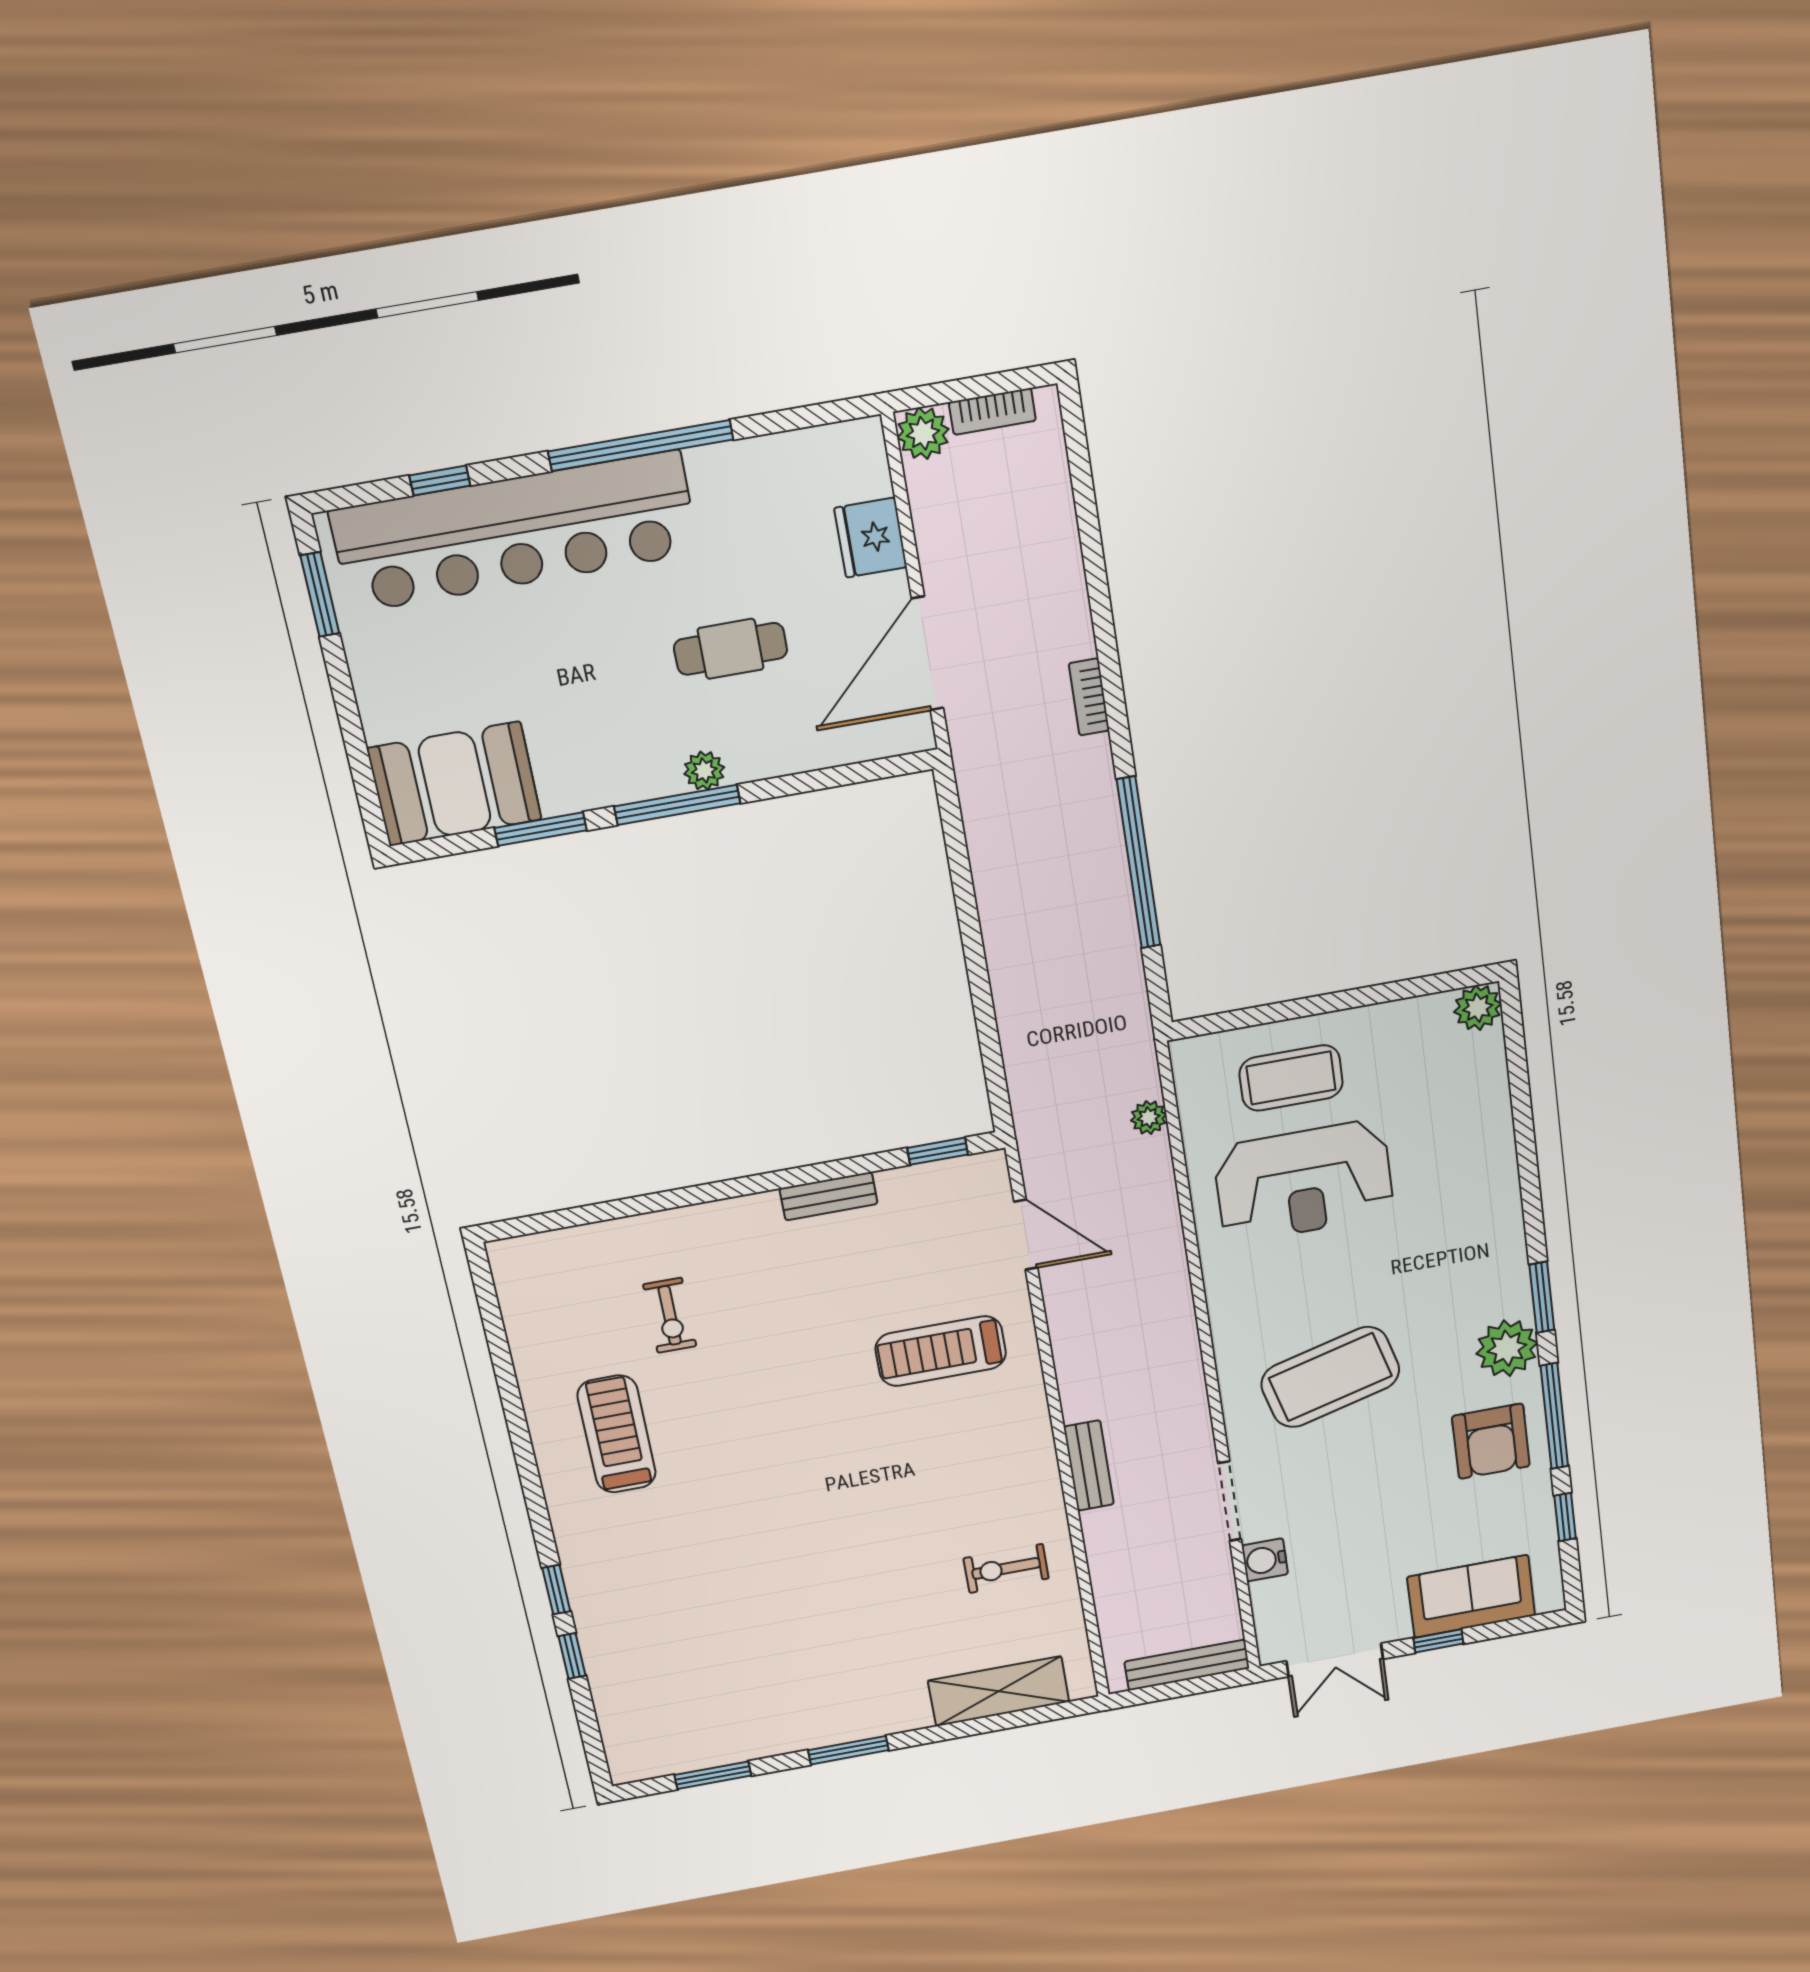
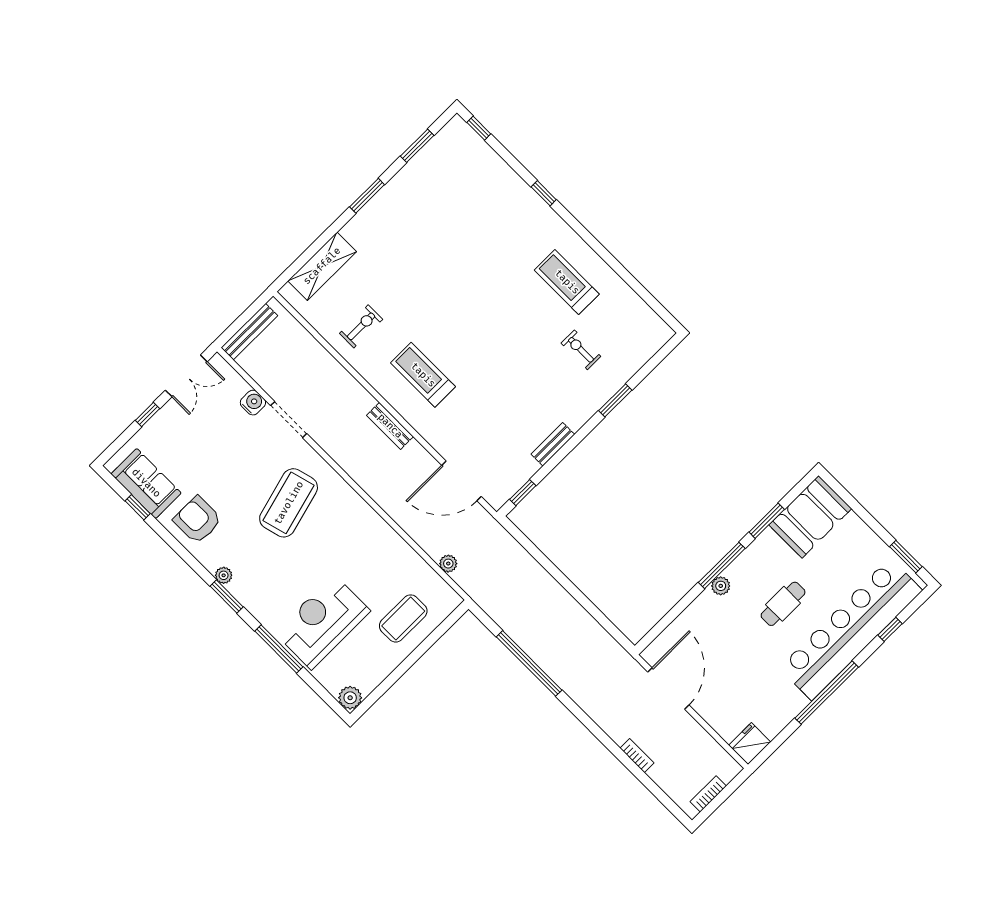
plant: (923, 433) -> (728, 768), removed
fridge: (871, 538) -> (750, 744), moved, turned -90
cafe table: (731, 649) -> (783, 604), moved
bookcase: (1089, 697) -> (637, 756), moved
reception desk: (1304, 1182) -> (322, 622), moved
window: (669, 1200) -> (615, 400), added
door: (1026, 1235) -> (461, 481), width x1.36
plant: (1507, 1348) -> (224, 575), width x0.53, depth x0.53
treadmill: (941, 1351) -> (423, 375), moved, turned -90
window: (1554, 1416) -> (279, 649), moved
treadmill: (617, 1434) -> (567, 282), turned 180
bench: (1089, 1466) -> (390, 426), moved
sofa: (1471, 1596) -> (146, 483), moved, turned -90
window: (572, 1656) -> (479, 128), moved
double door: (1335, 1660) -> (186, 376), swing flipped

